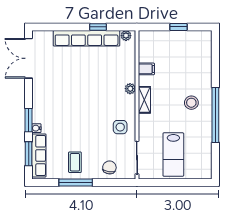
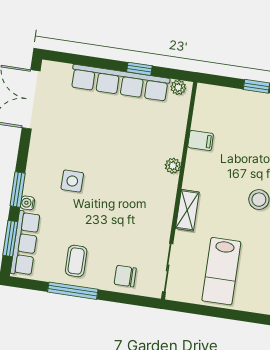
shelving: (144, 100) -> (187, 210), moved
side table: (120, 127) -> (72, 181), moved
chair: (109, 167) -> (125, 276), turned -100

